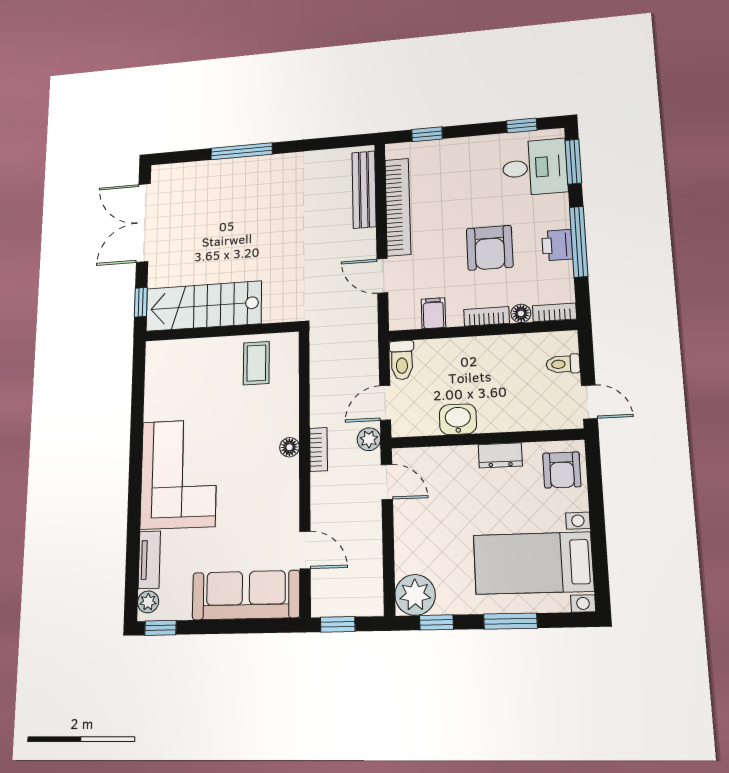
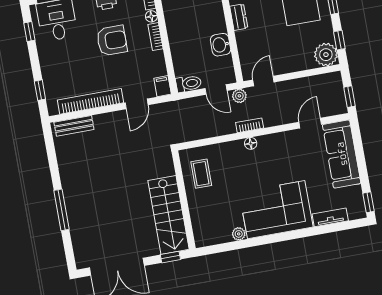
bench: (364, 189) -> (74, 126), width x0.73
filing cabinet: (433, 313) -> (163, 86), moved, turned 90
coffee table: (256, 363) -> (201, 174), turned 90
plant: (148, 602) -> (239, 234), moved

